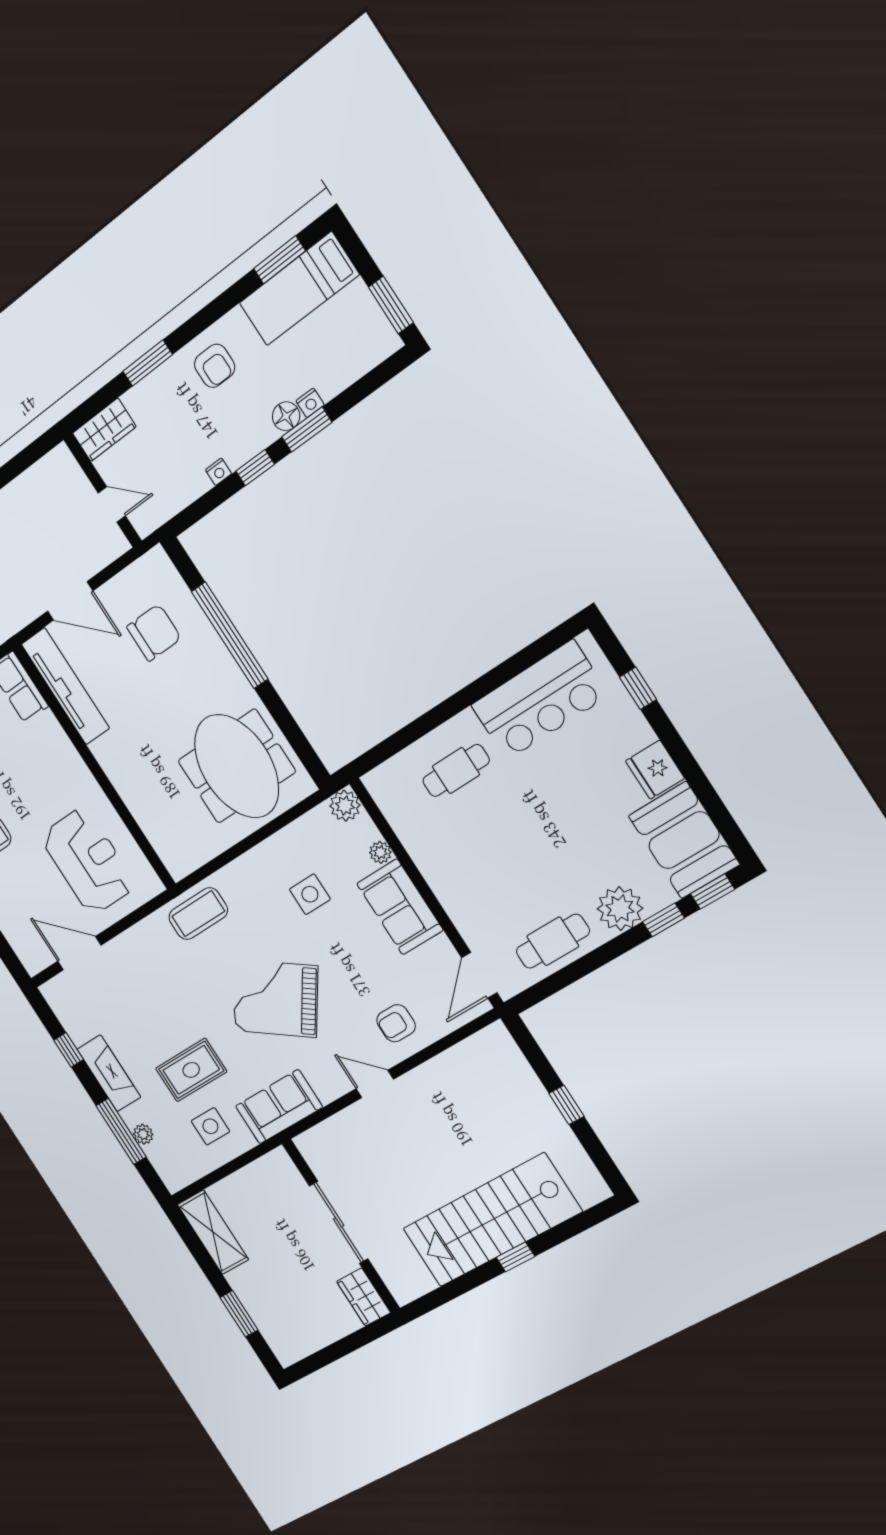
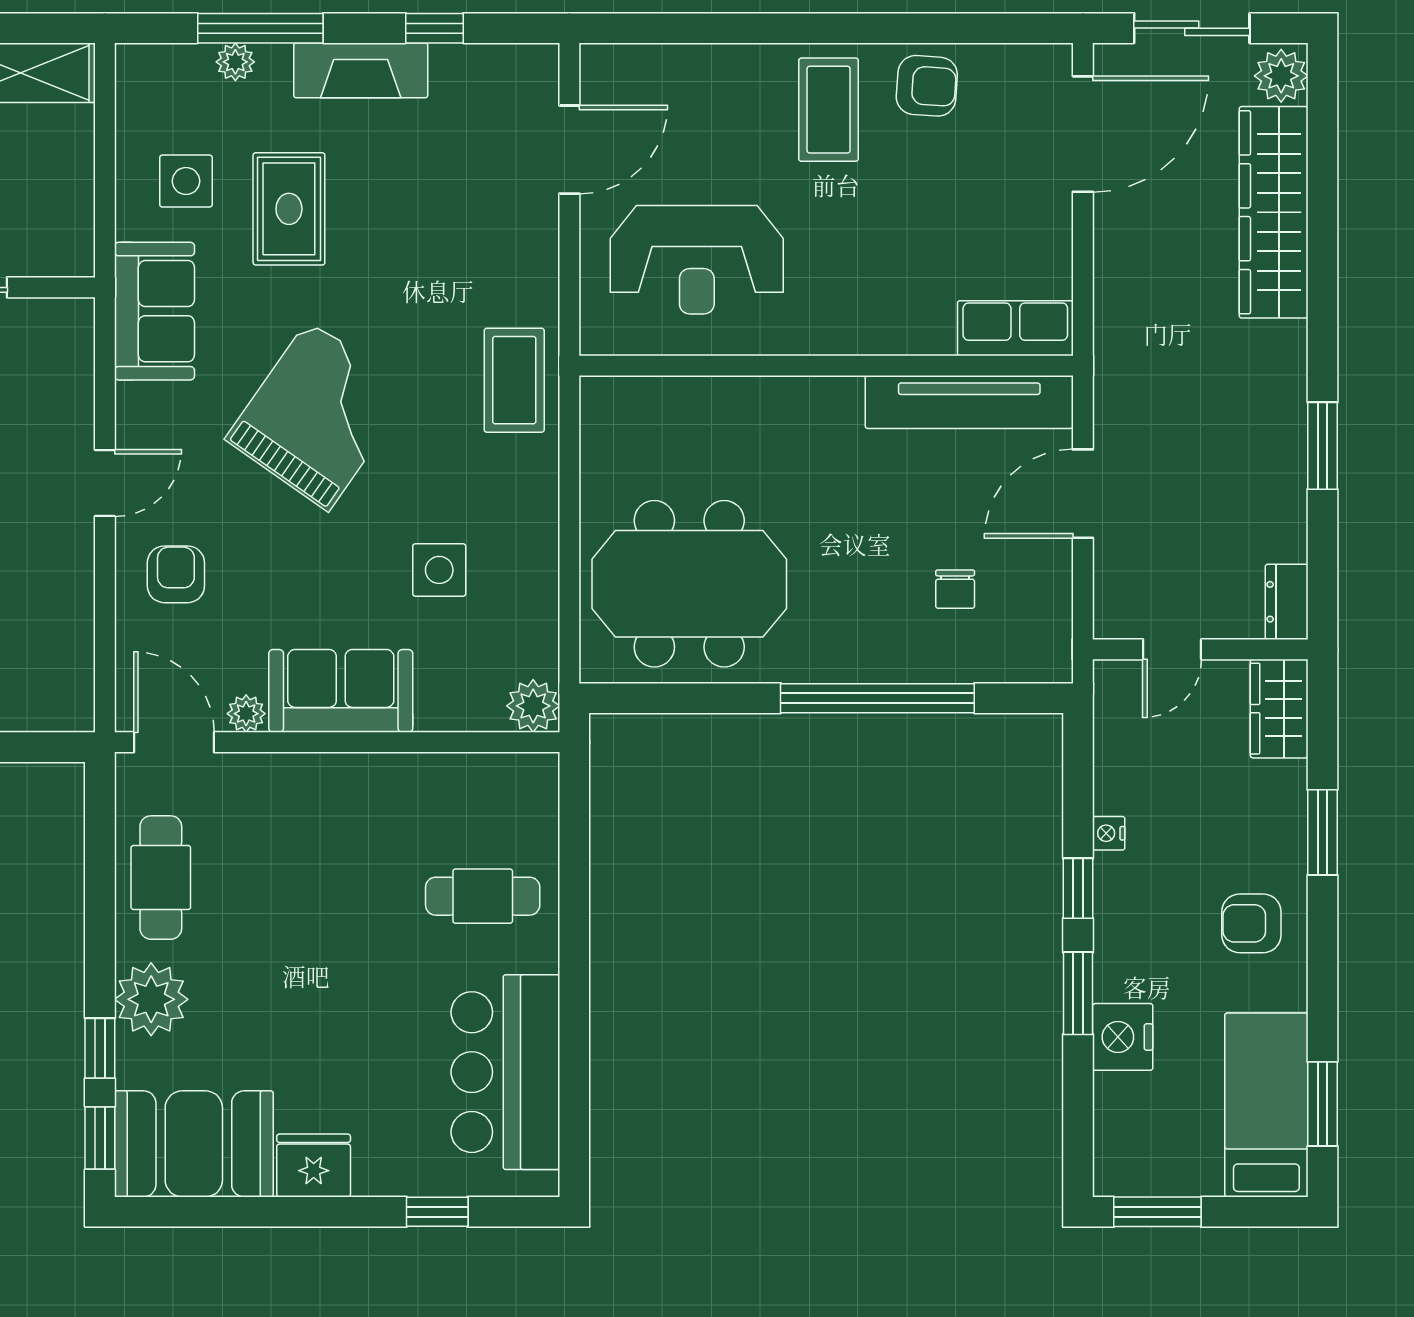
nightstand: (310, 403) -> (1123, 1037), width x1.89, depth x1.79
floor lamp: (286, 416) -> (1115, 977), removed
dresser: (53, 464) -> (1287, 602), added
chair: (154, 633) -> (955, 589), width x0.54, depth x0.54
cafe table: (456, 770) -> (483, 896), turned 90
plant: (380, 852) -> (246, 714), moved

